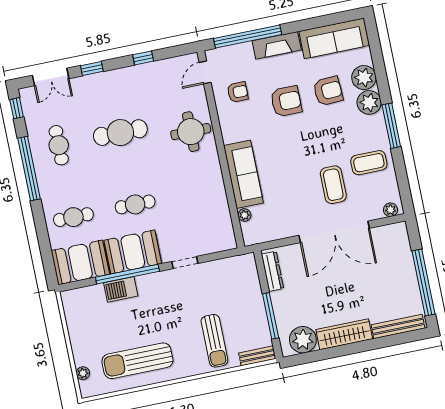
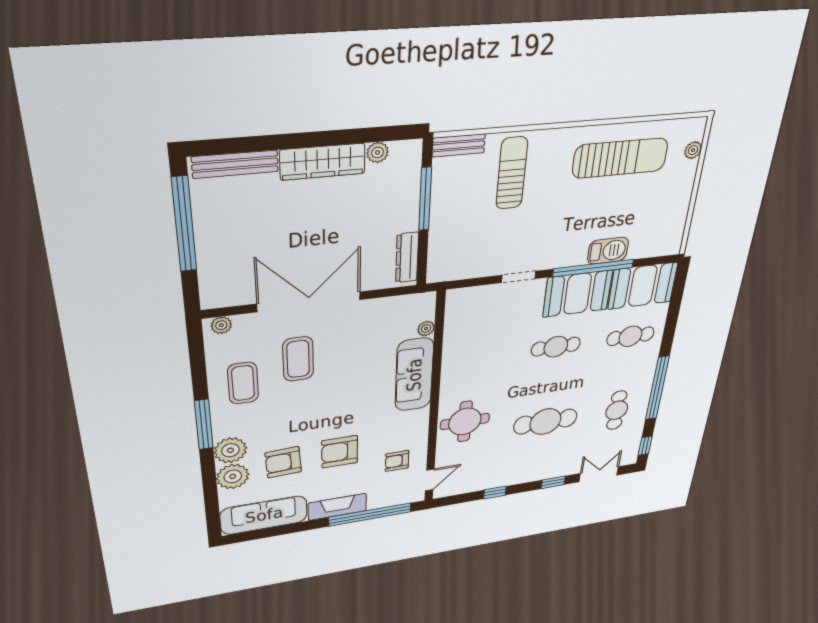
coffee table: (369, 163) -> (243, 383), turned 90
plant: (303, 340) -> (378, 152), width x0.53, depth x0.53

